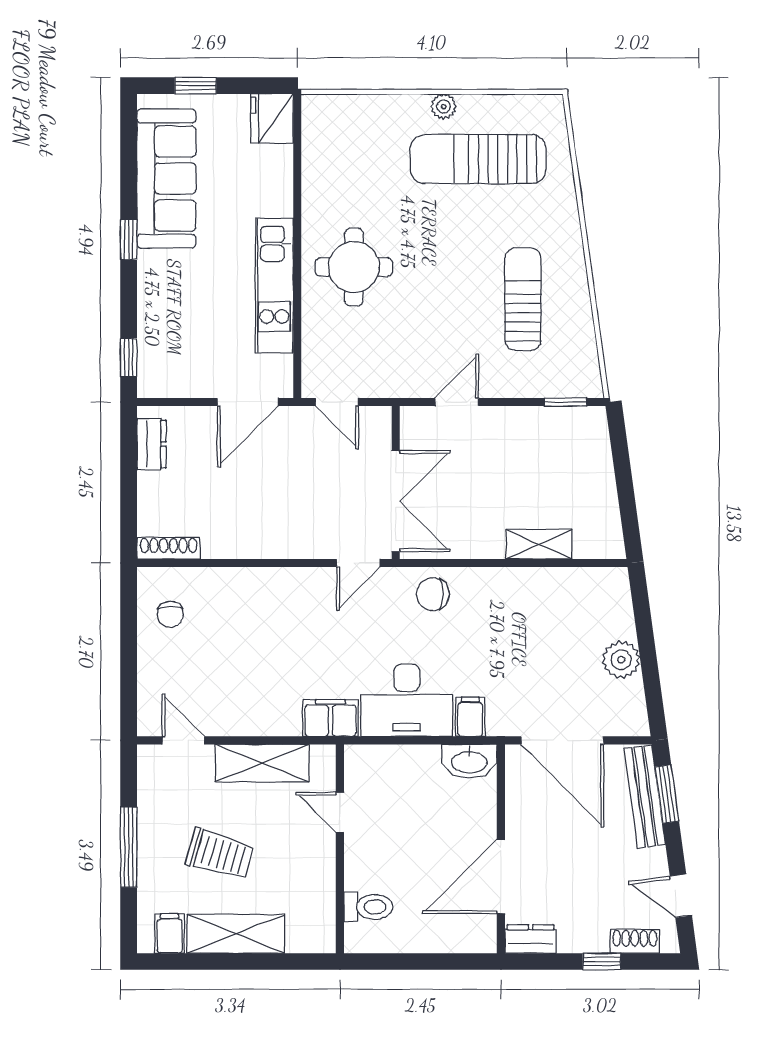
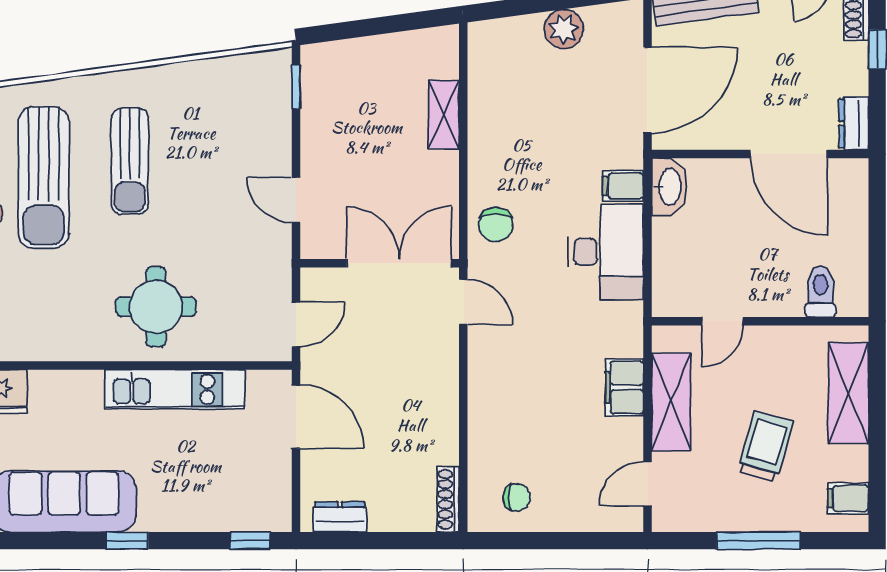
sun lounger: (523, 299) -> (130, 161), moved, turned -90
filing cabinet: (330, 718) -> (624, 387), moved
shelving: (236, 934) -> (848, 393), moved

